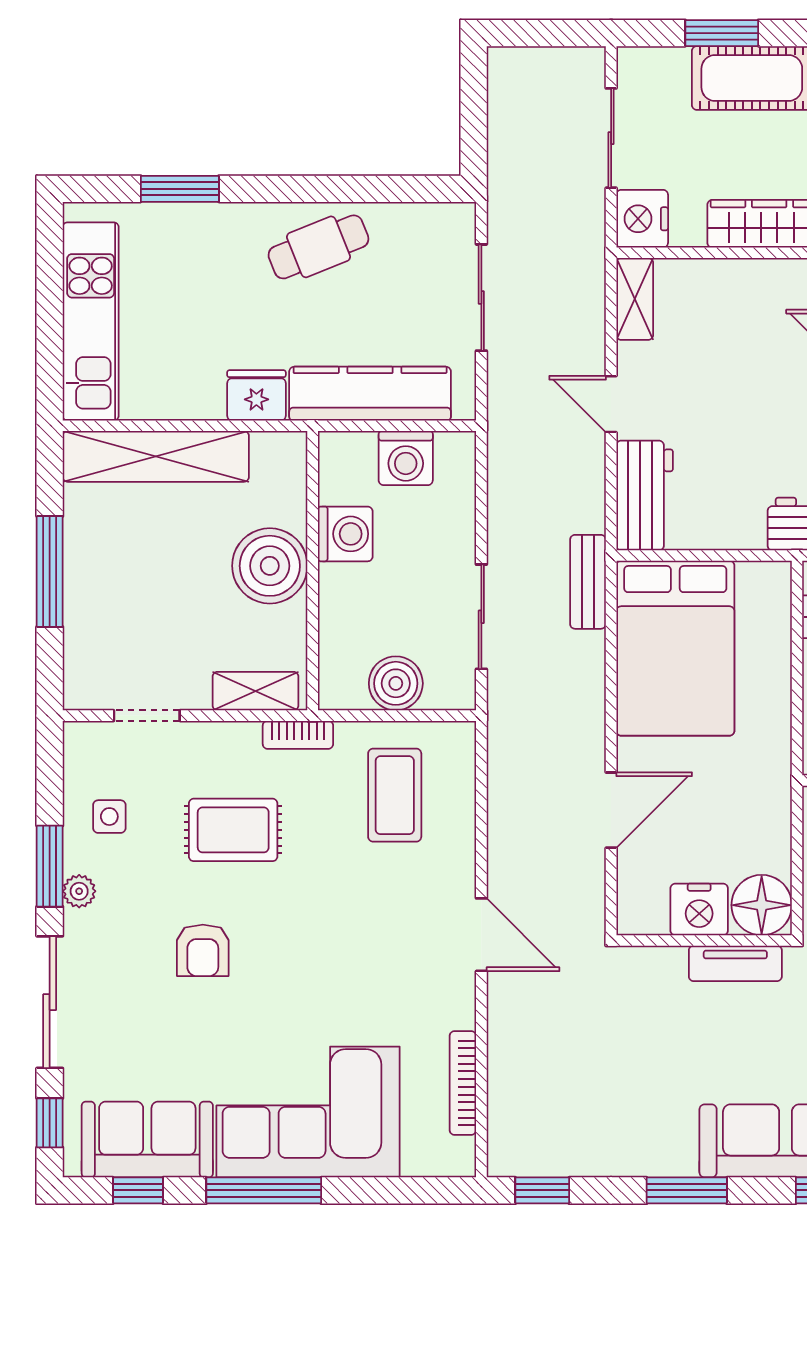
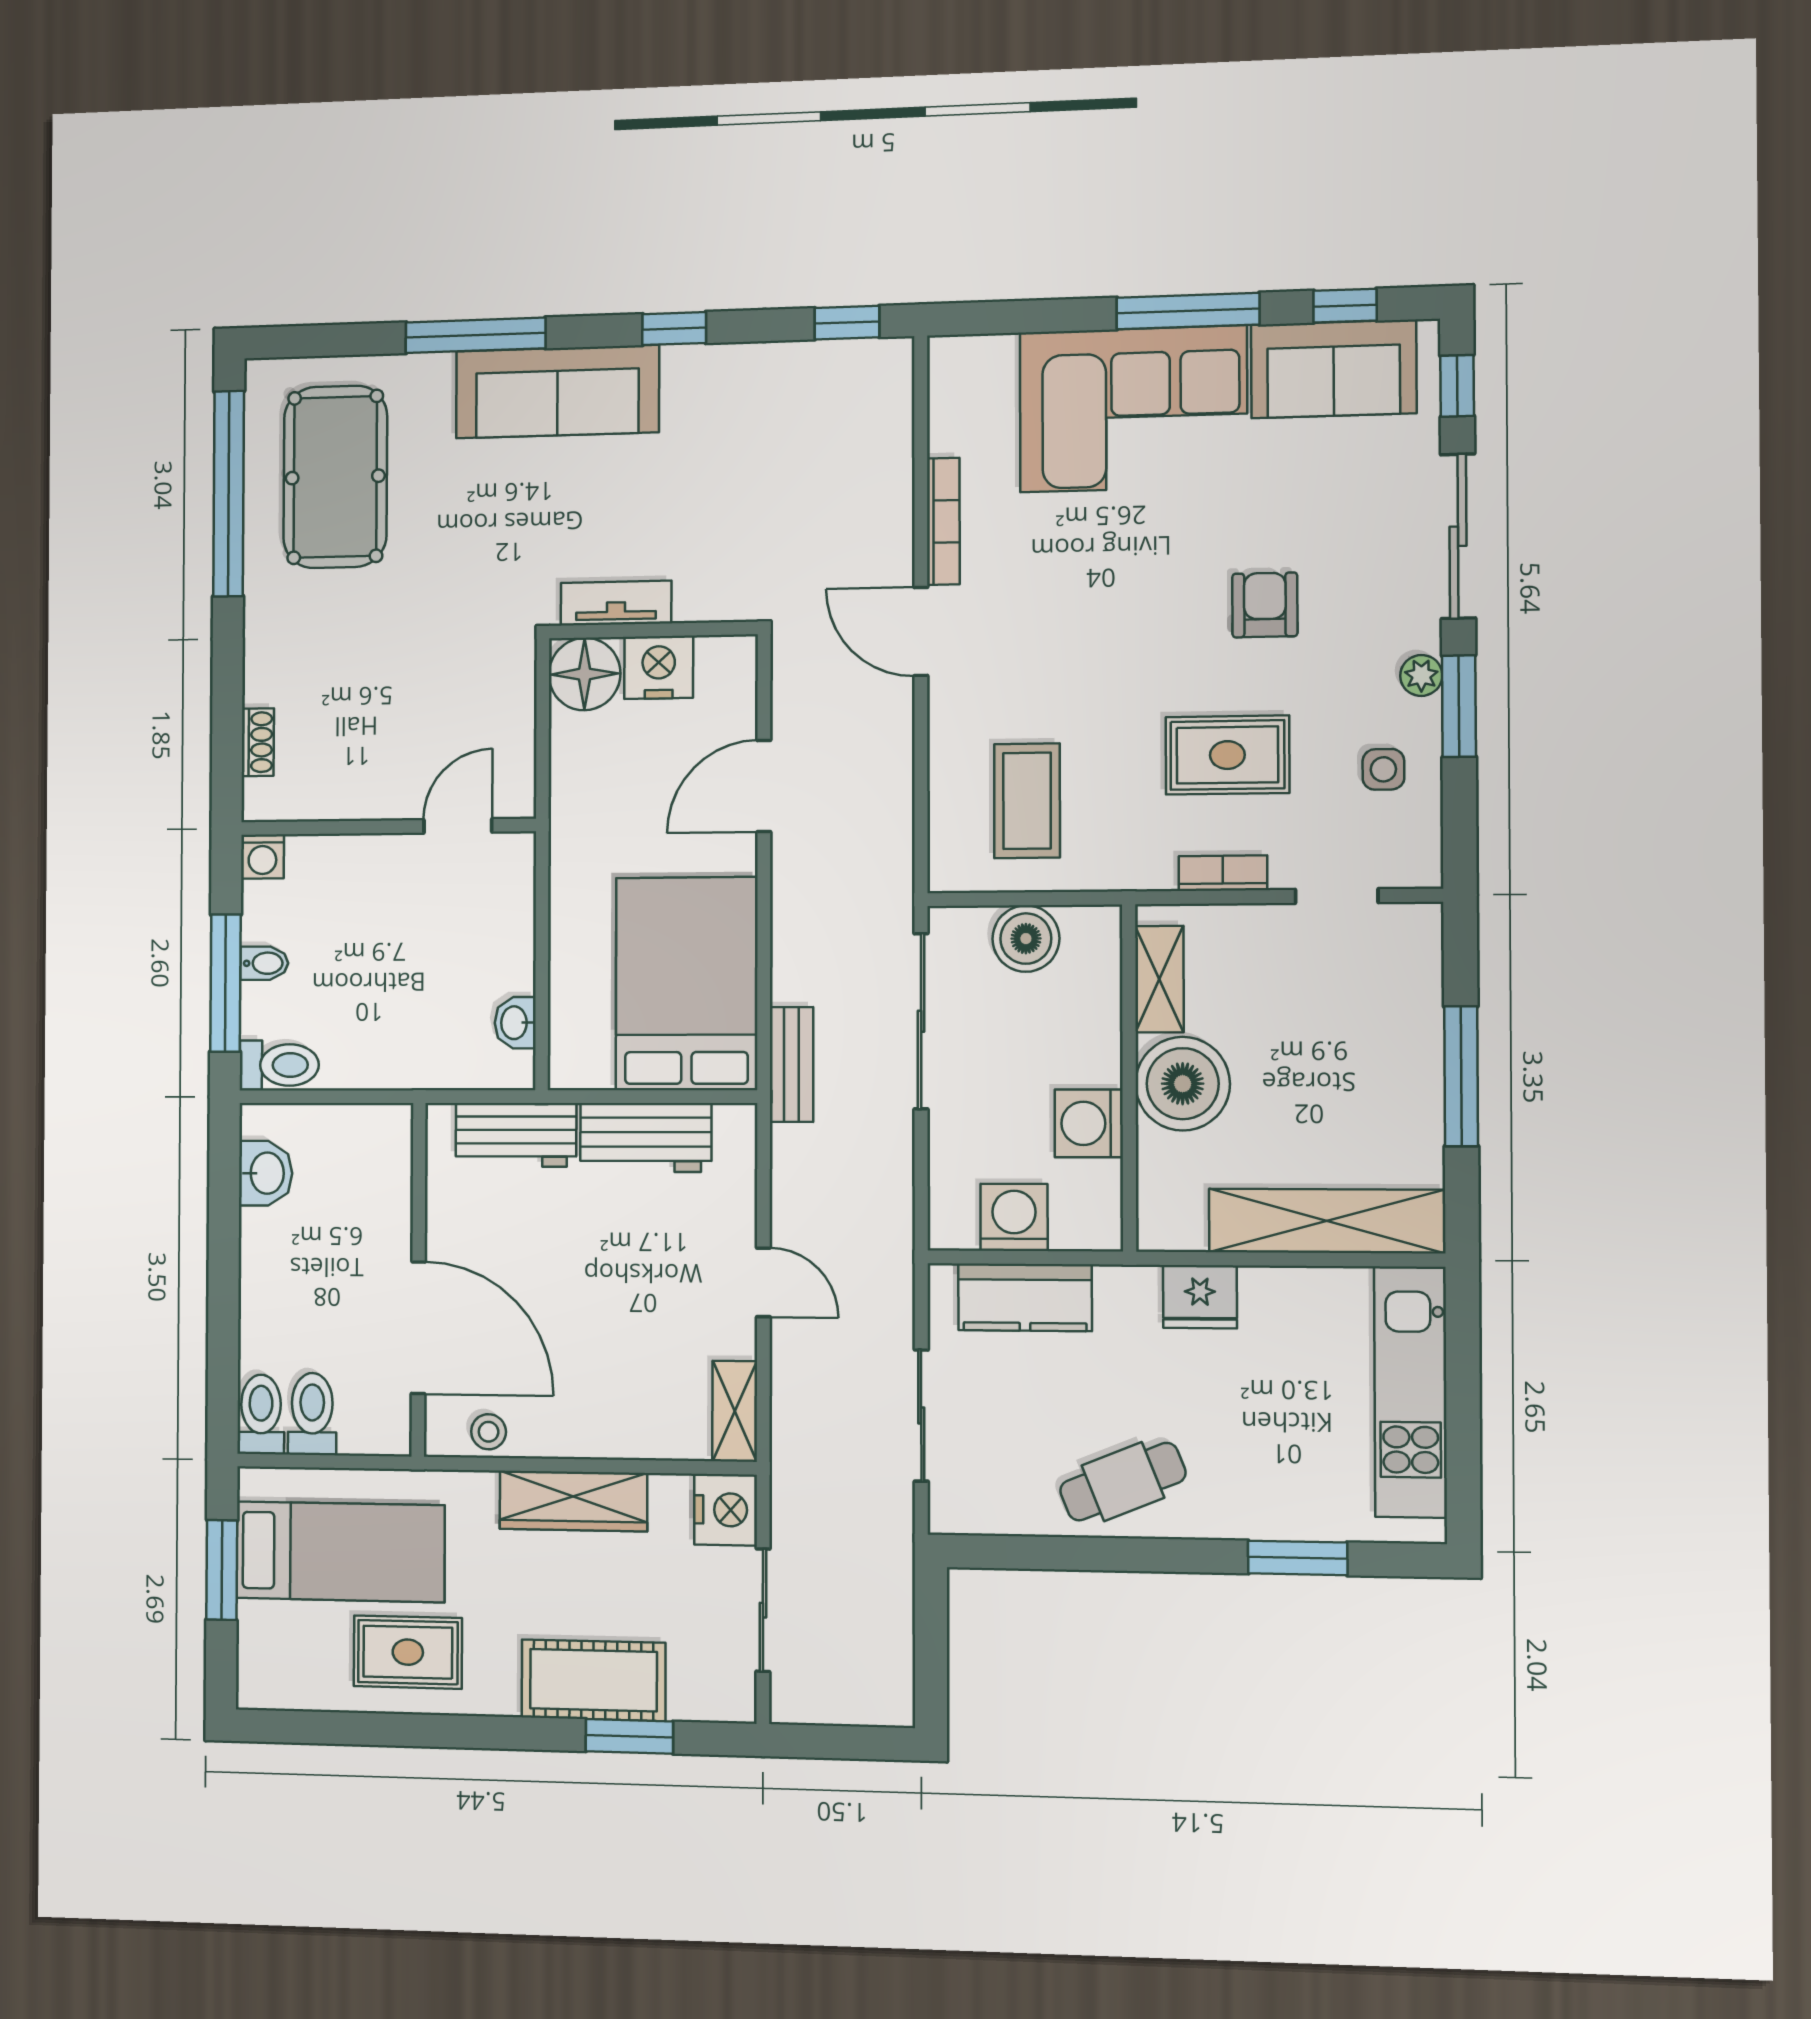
kitchen counter: (370, 394) -> (1025, 1297), width x0.67
workbench: (645, 495) -> (646, 1138), moved, turned -90
sliding door: (481, 617) -> (921, 1021), width x1.37
shelving: (255, 691) -> (1159, 979), moved, turned 90
bookcase: (298, 735) -> (1223, 873), moved
bookcase: (463, 1083) -> (943, 521), moved
window: (687, 1190) -> (674, 329), width x0.67

